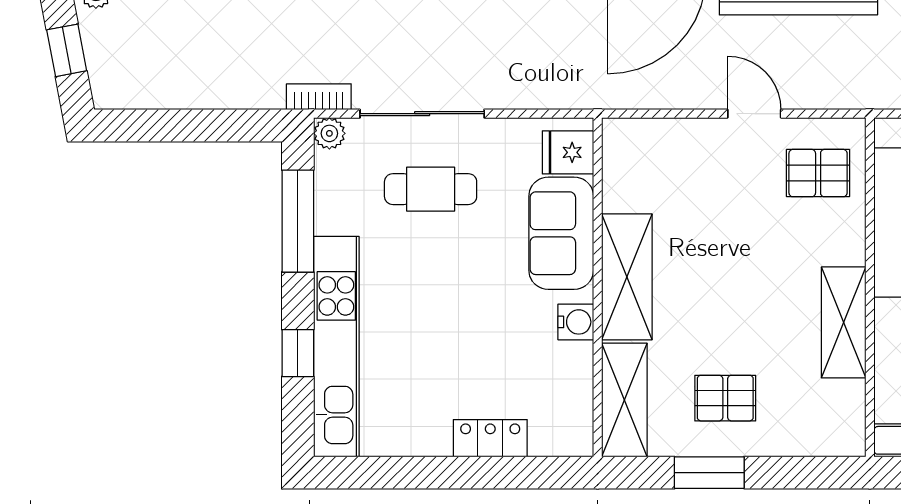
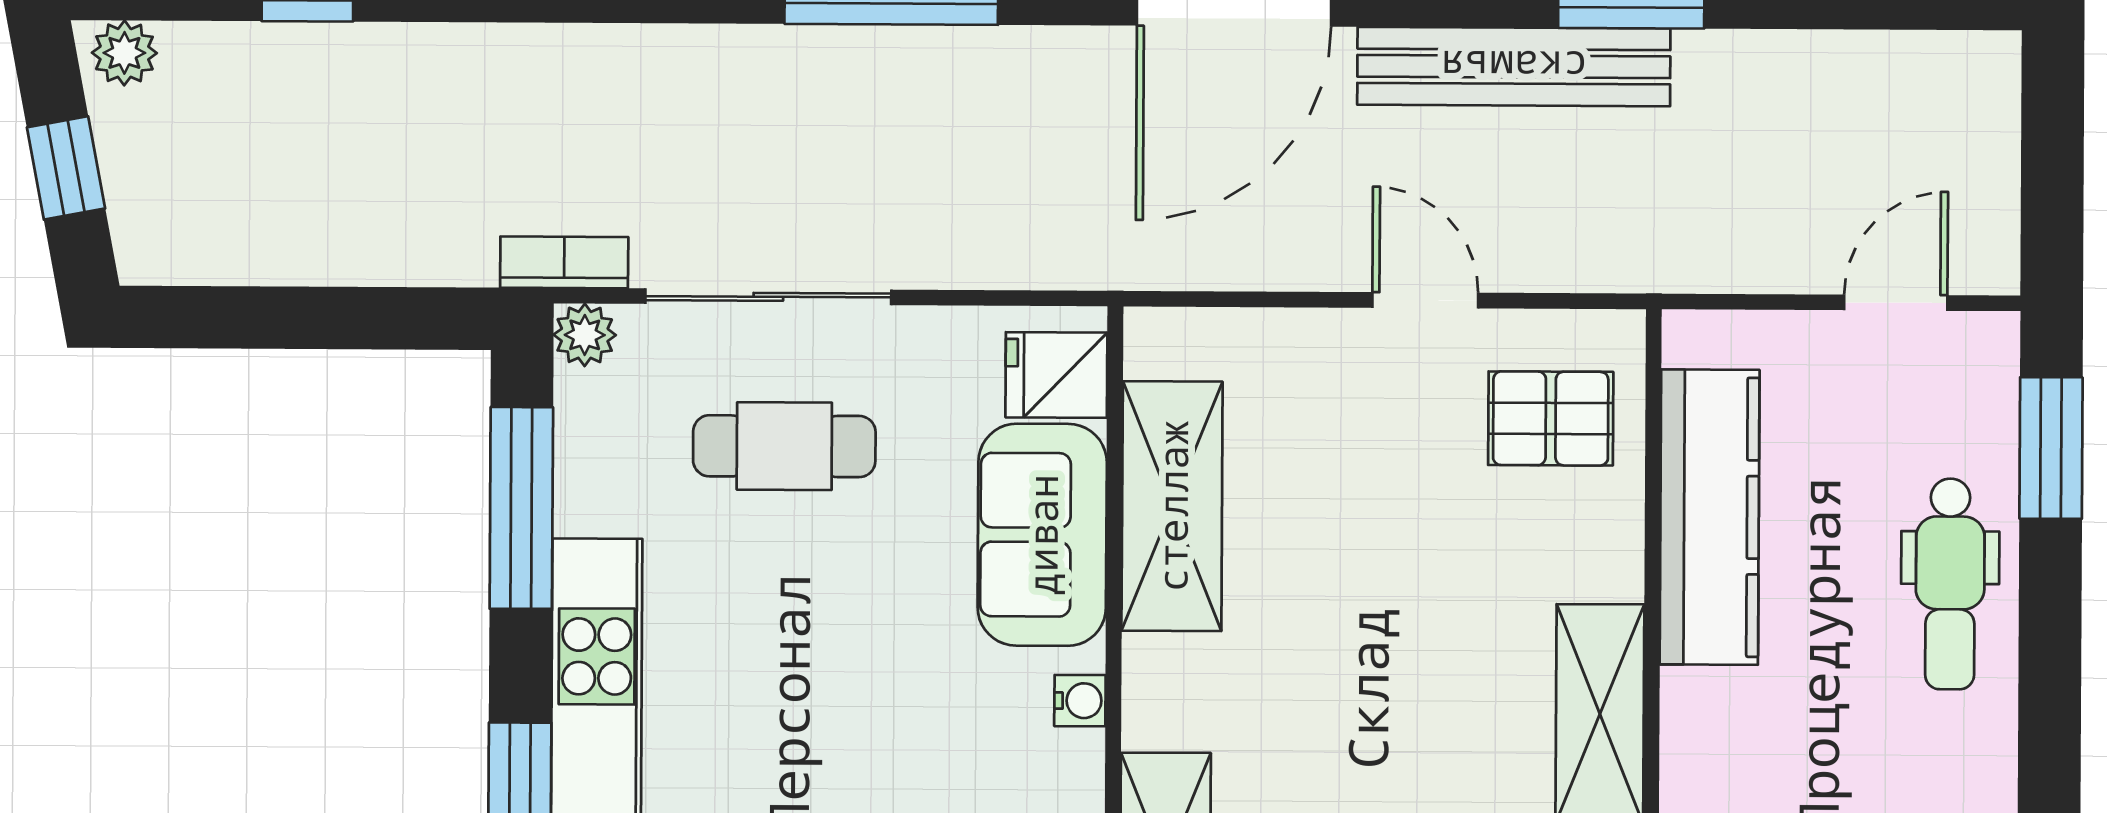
shelving: (627, 277) -> (1172, 506), moved
water cooler: (576, 322) -> (1080, 701), width x0.72, depth x0.72

